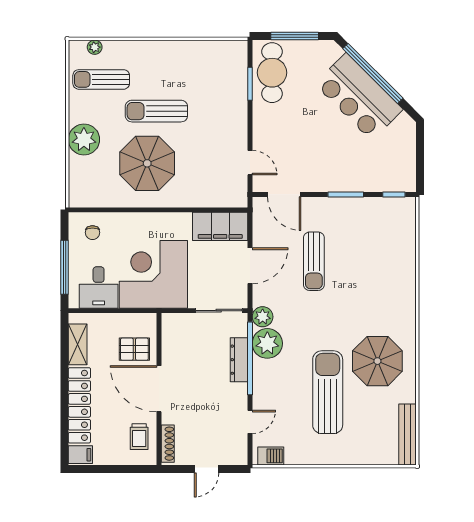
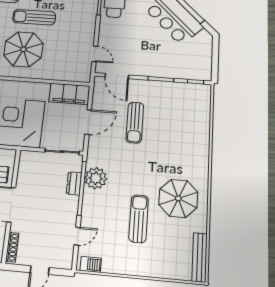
plant: (263, 317) -> (94, 159), removed
dresser: (239, 360) -> (74, 183), width x0.70
sun lounger: (328, 392) -> (139, 219), width x0.73, depth x0.75

